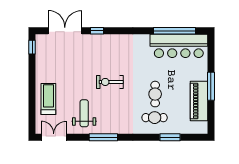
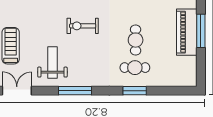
piano: (199, 101) -> (187, 32), moved
window: (170, 137) -> (135, 91), moved

